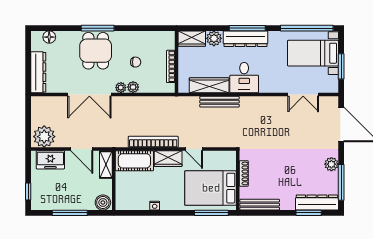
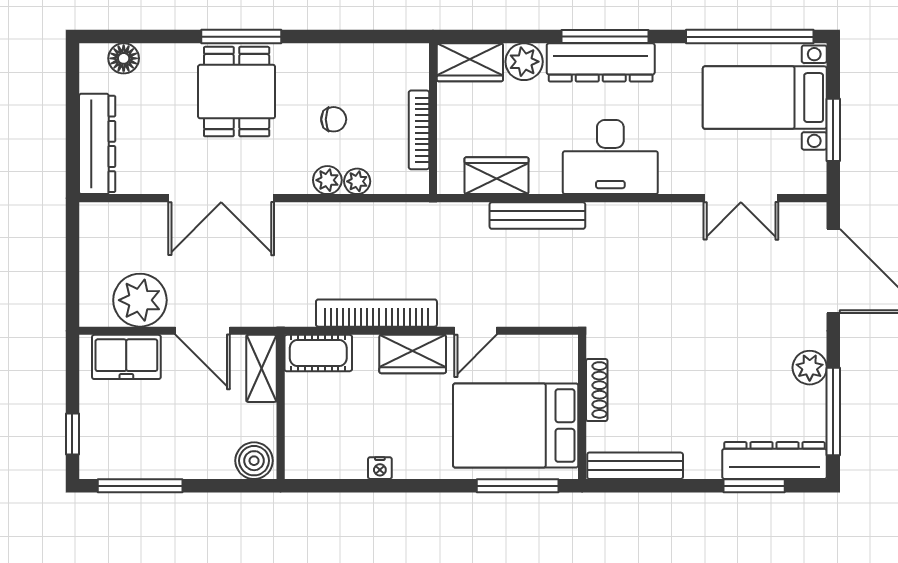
desk: (244, 78) -> (610, 157), width x1.37
wardrobe: (209, 85) -> (496, 176), width x0.67
plant: (121, 88) -> (357, 181), moved
plant: (44, 137) -> (140, 300), moved
door: (194, 149) -> (476, 331), hinge flipped
cot: (134, 161) -> (318, 353), width x0.73, depth x0.75
window: (70, 213) -> (140, 486), moved

